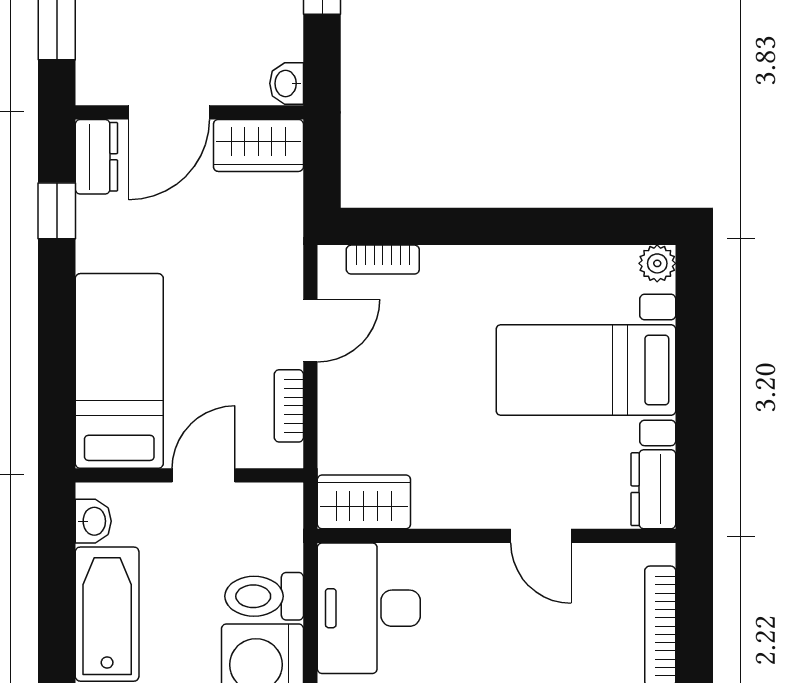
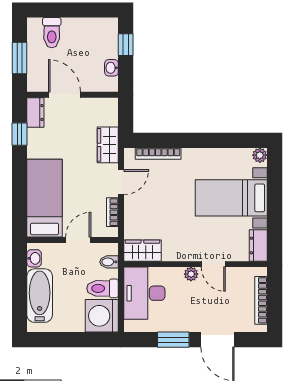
washbasin: (287, 83) -> (111, 68), moved
door: (169, 112) -> (64, 95), swing flipped
wardrobe: (258, 145) -> (108, 145), moved, turned 90
bookcase: (383, 260) -> (158, 154), width x1.56
bidet: (280, 530) -> (109, 262), added
plant: (486, 560) -> (191, 274), added

